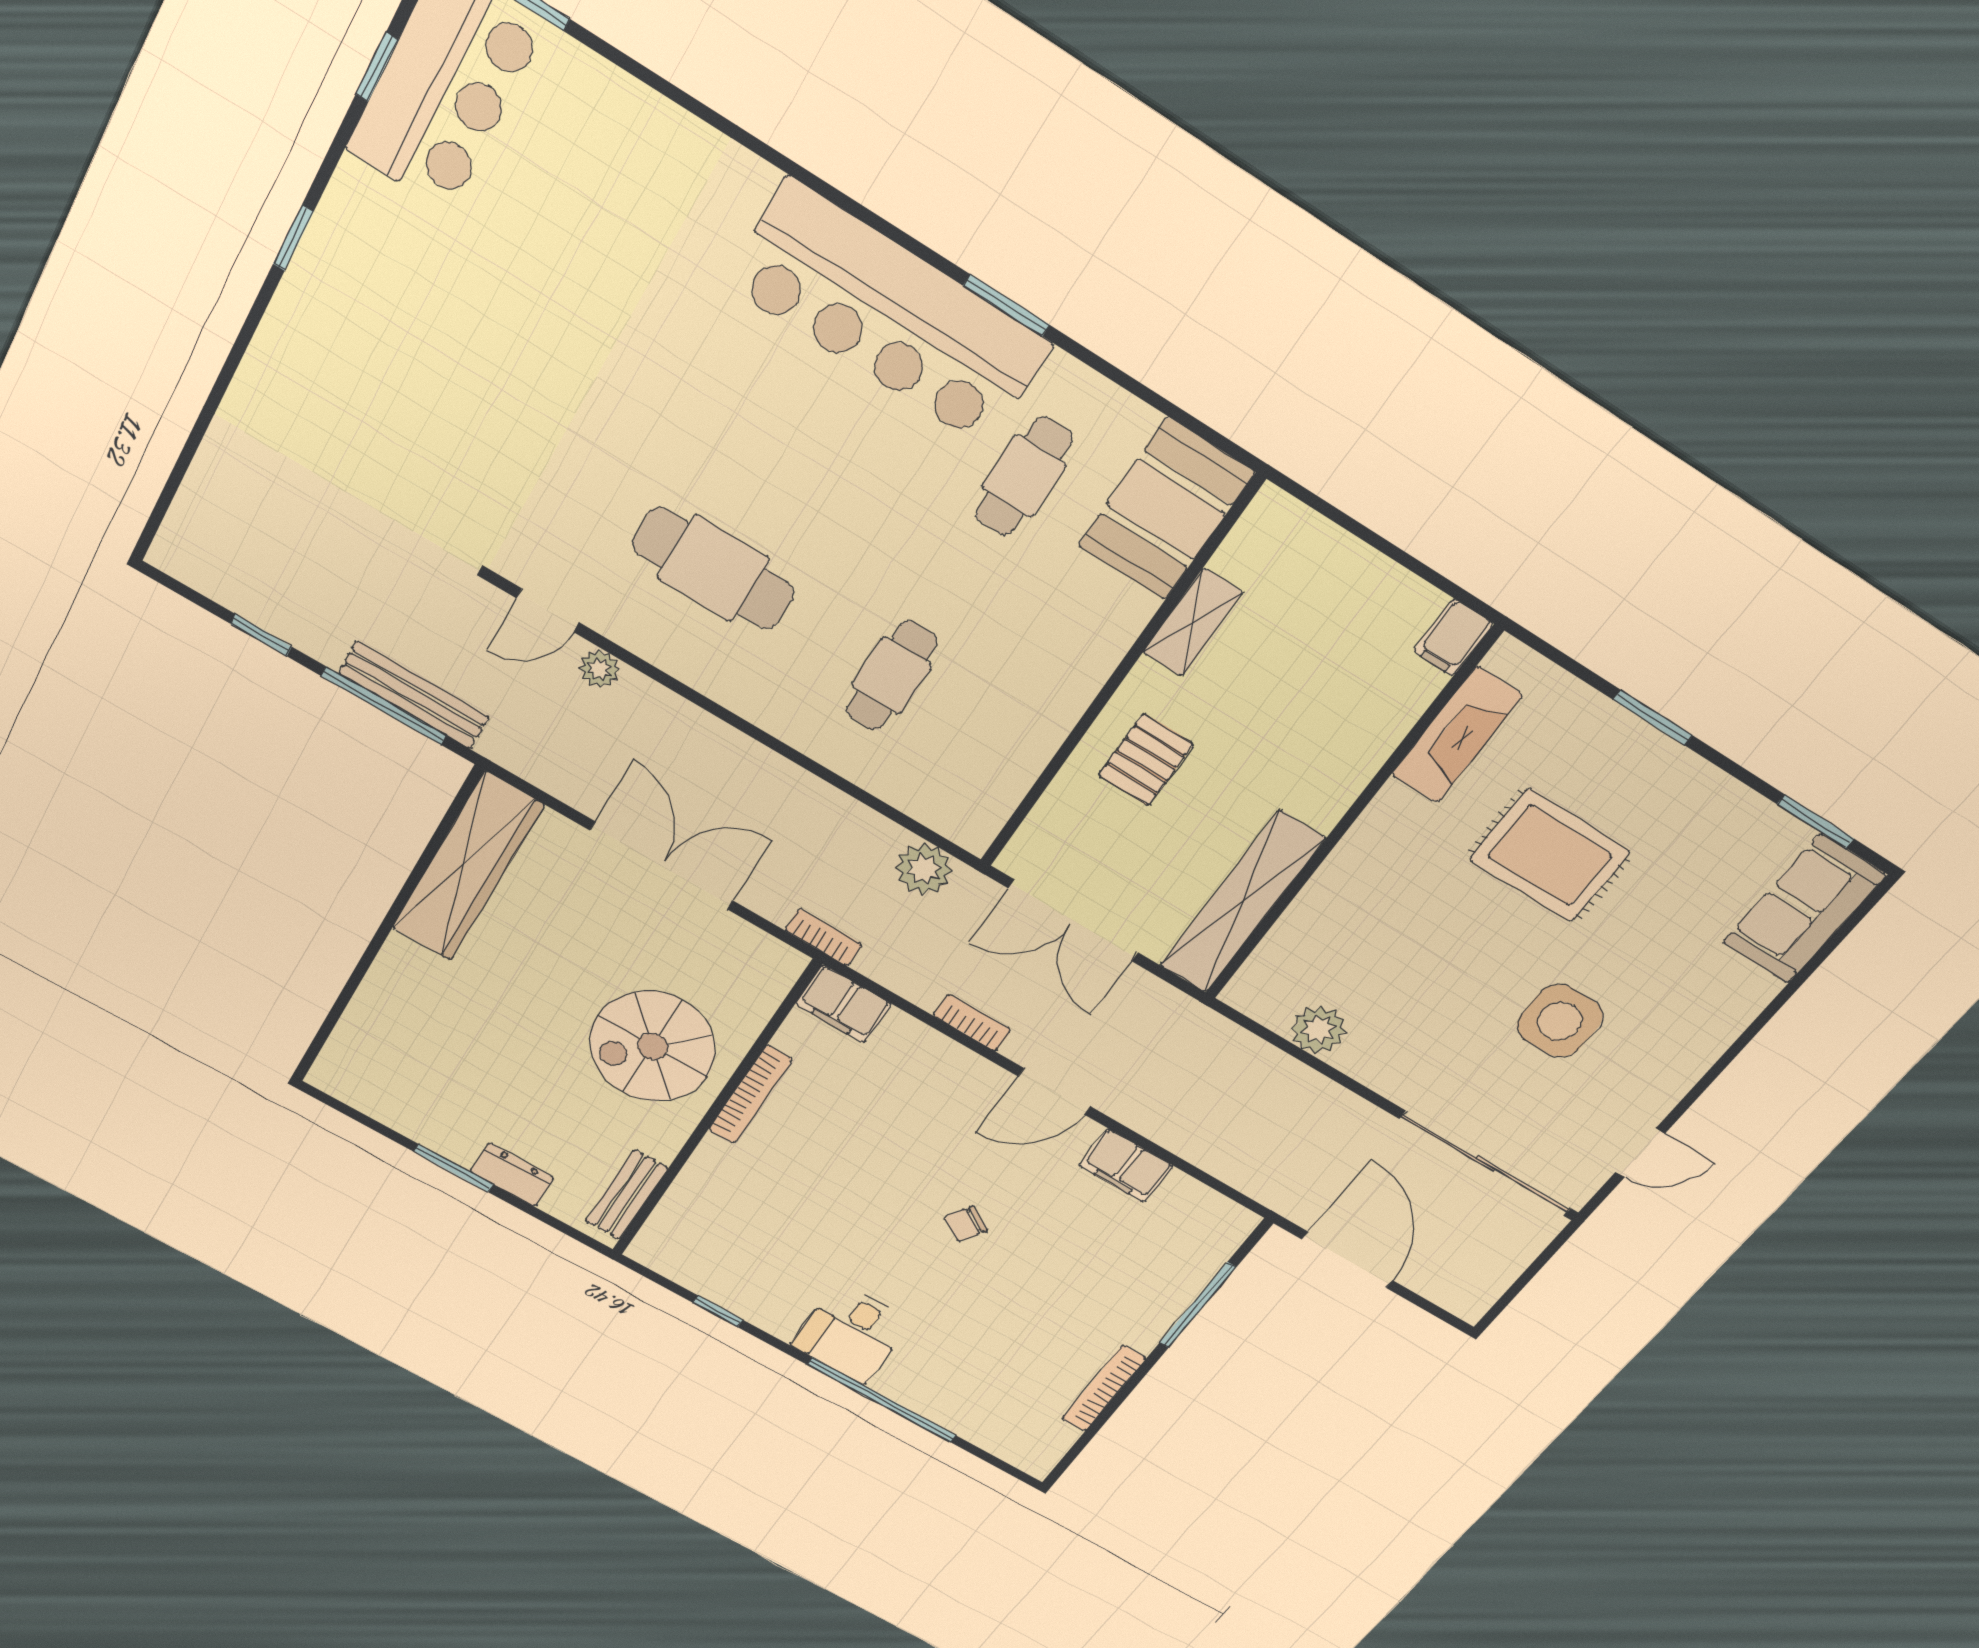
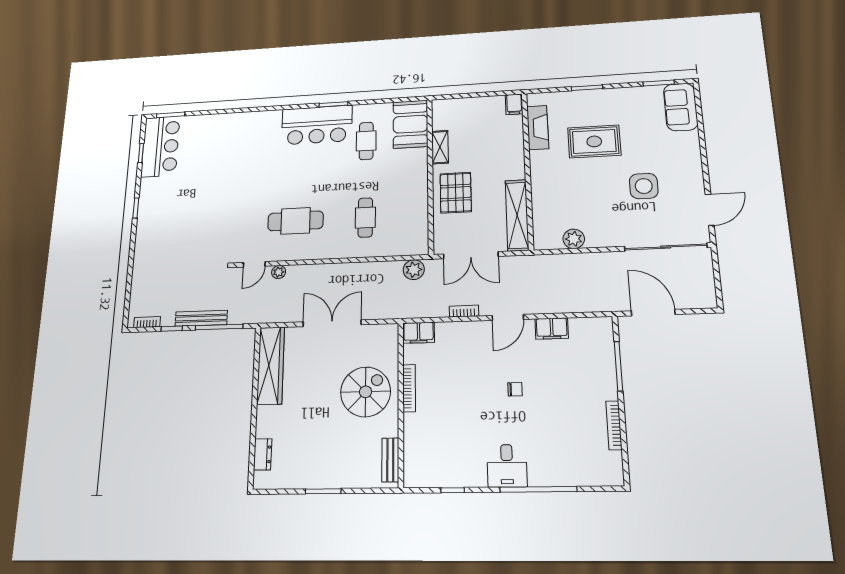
bar counter: (889, 314) -> (317, 125), width x0.73
bench: (414, 695) -> (201, 318), moved
pallet: (1146, 760) -> (456, 193), width x1.50, depth x1.42
bookcase: (824, 937) -> (147, 322), moved
spiral stairs: (652, 1046) -> (366, 392), turned 180
door: (1640, 1153) -> (710, 210), width x1.38
dresser: (512, 1175) -> (263, 454), moved, turned 90
chair: (966, 1224) -> (515, 389), turned -122

